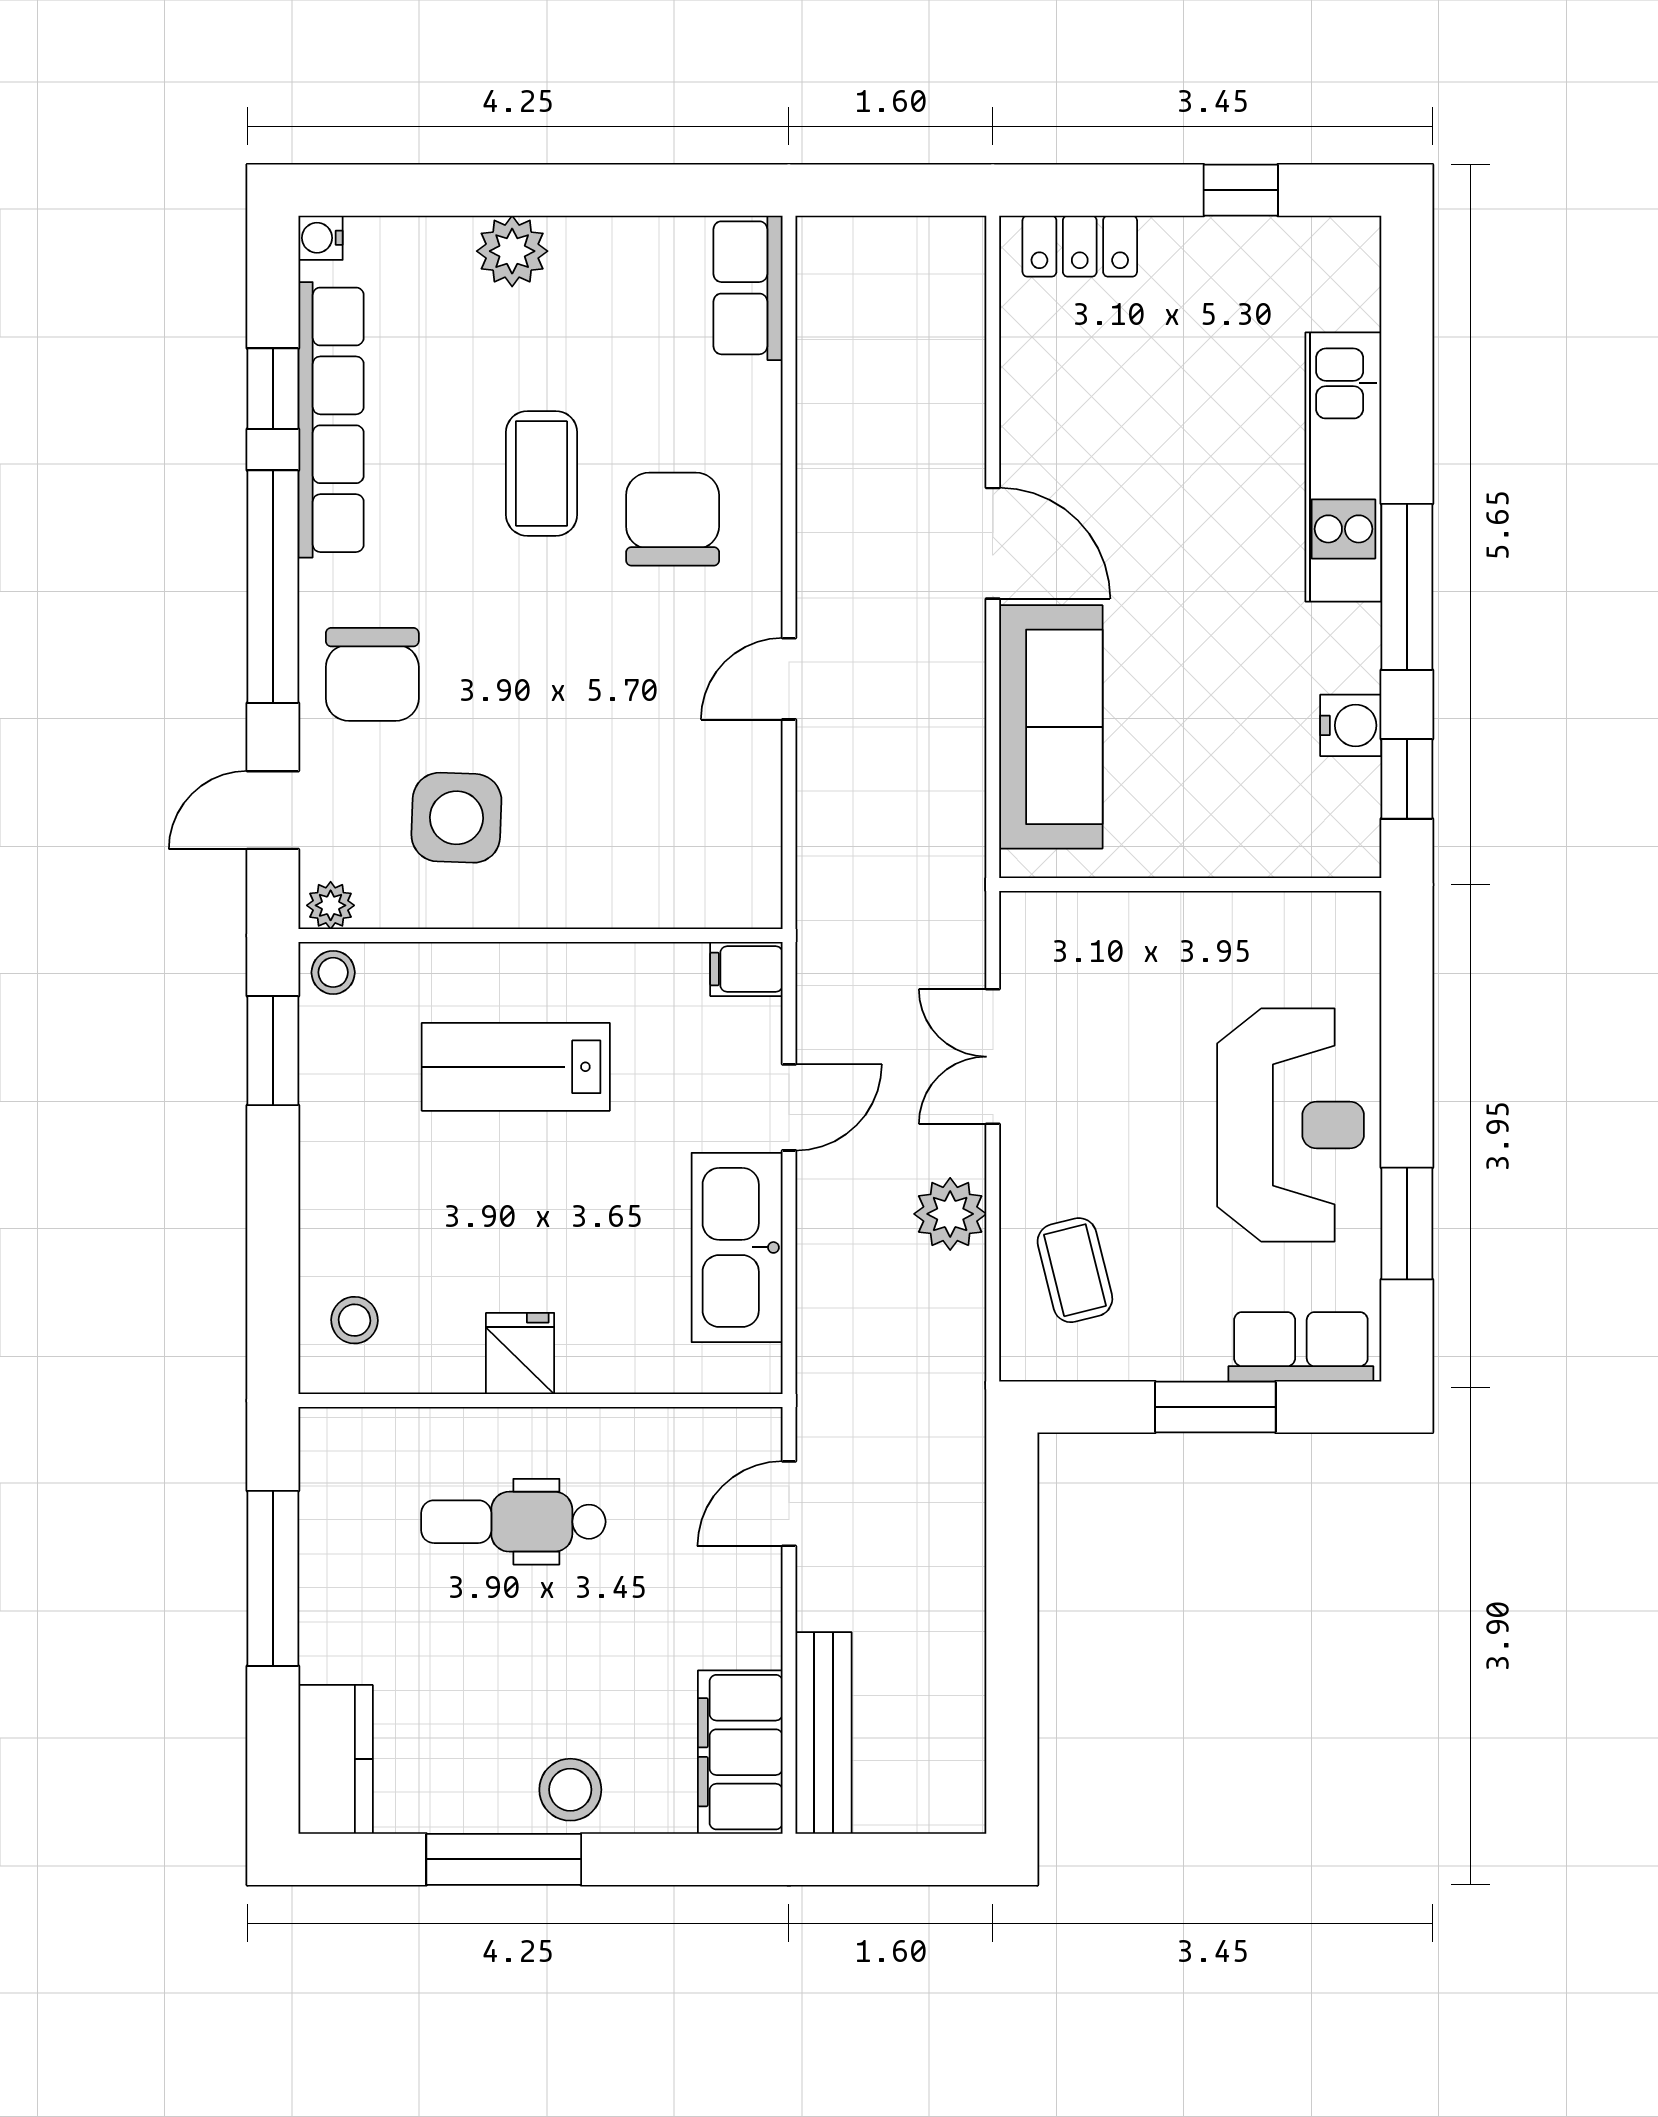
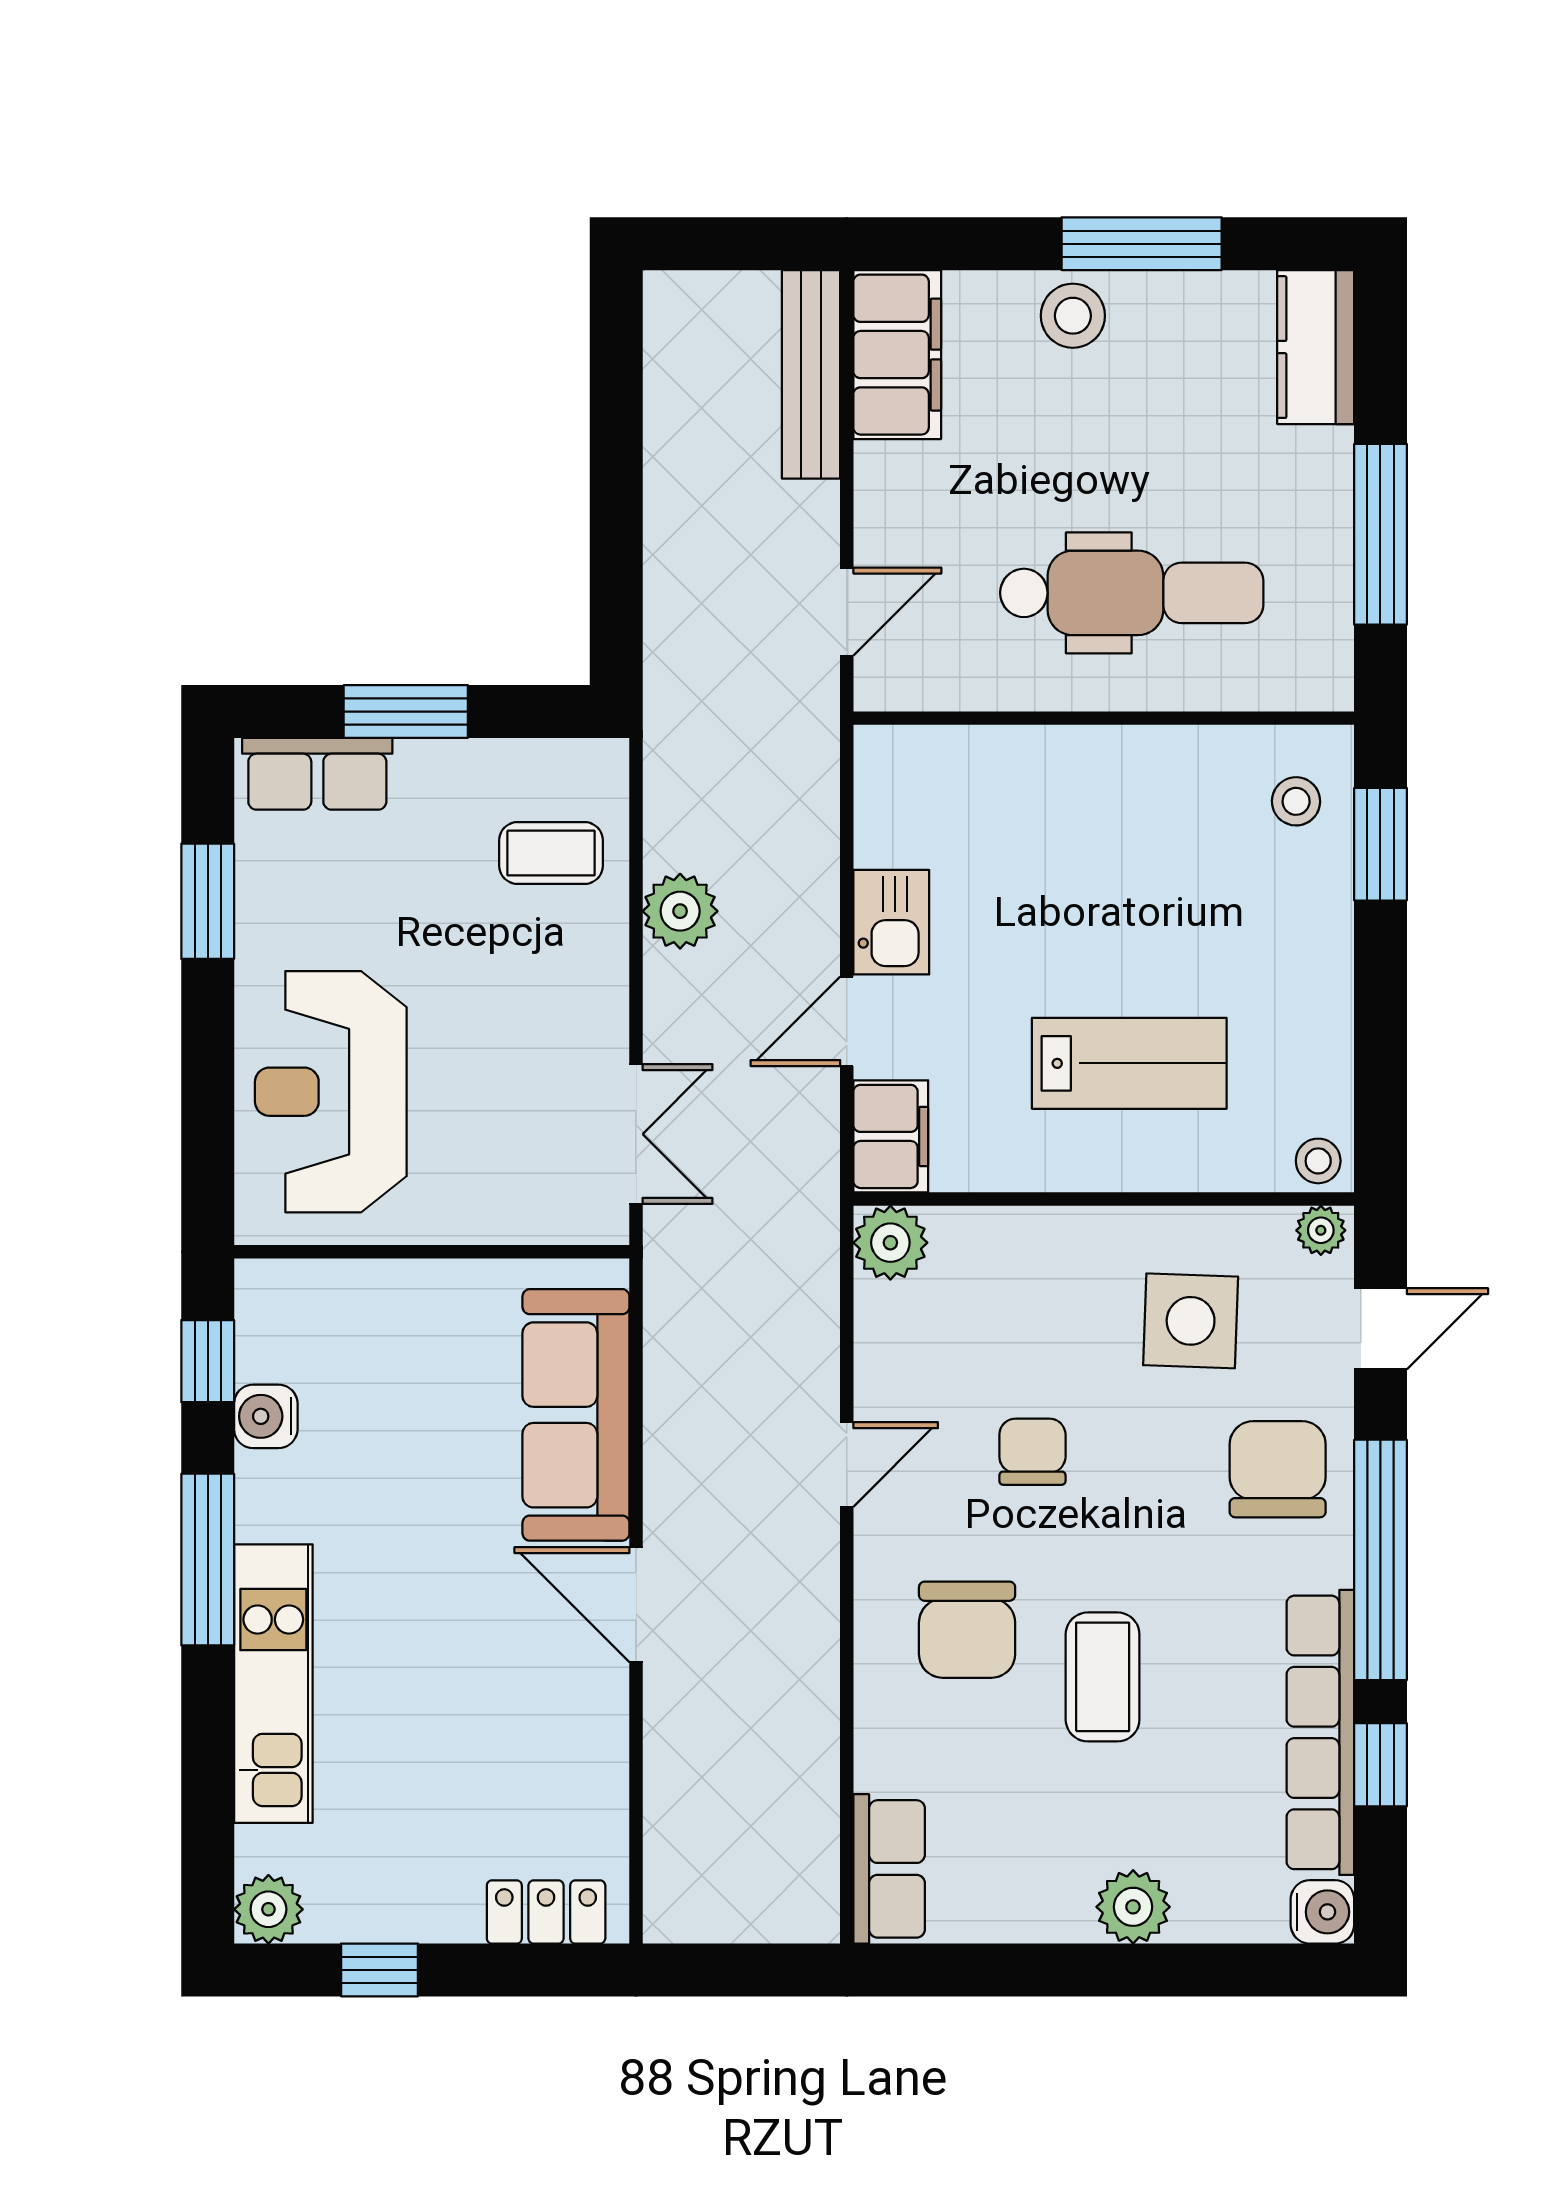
water cooler: (320, 238) -> (1322, 1912), width x1.38, depth x1.38
plant: (1348, 249) -> (268, 1909), added
chair: (609, 691) -> (1032, 1452), added
plant: (747, 893) -> (890, 1243), added
filing cabinet: (746, 969) -> (891, 1136), width x2.00
window: (273, 1051) -> (1380, 844), moved
double door: (993, 1057) -> (636, 1134), moved
reception desk: (1291, 1125) -> (331, 1092), moved
kitchen sink: (737, 1247) -> (891, 922), width x0.53, depth x0.81
coffee table: (1075, 1270) -> (551, 853), turned -76
fridge: (520, 1354) -> (1125, 767), removed
dental chair: (513, 1522) -> (1132, 593), width x1.36, depth x1.38

